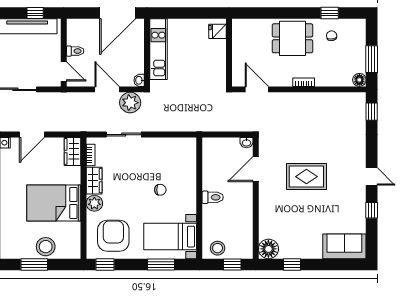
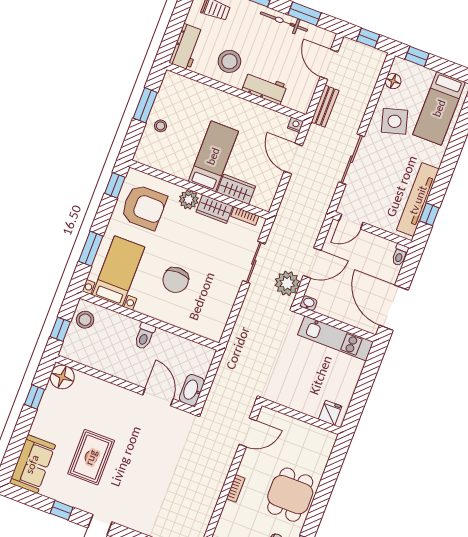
toilet: (75, 51) -> (400, 255), moved
washbasin: (246, 143) -> (192, 390), width x1.91, depth x1.45
wardrobe: (72, 151) -> (236, 189), moved
rug: (306, 177) -> (91, 457), moved
chair: (160, 190) -> (176, 280), width x1.87, depth x1.87
bed: (54, 203) -> (213, 156), width x0.67
stool: (46, 247) -> (161, 126), width x0.53, depth x0.53

